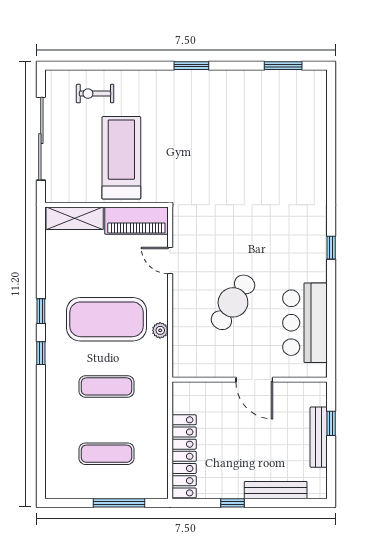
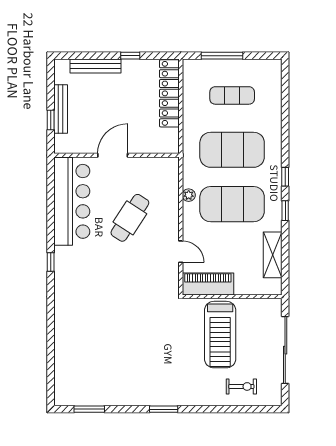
shelving: (75, 218) -> (273, 255), moved, turned 90
bar counter: (305, 323) -> (72, 201), width x1.36
door: (254, 380) -> (113, 155), hinge flipped
exercise mat: (107, 386) -> (232, 150), width x2.00, depth x1.45

